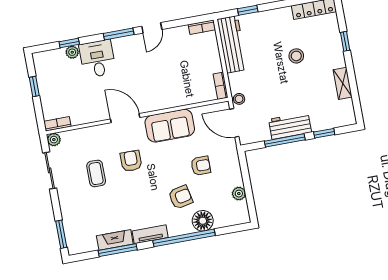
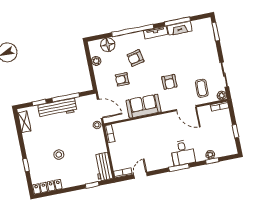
door: (152, 28) -> (140, 175), moved
workbench: (232, 44) -> (103, 167), width x0.73
desk: (97, 59) -> (183, 153), moved
shelving: (343, 83) -> (24, 122), moved
door: (125, 118) -> (186, 108), moved
workbench: (290, 126) -> (57, 108), width x1.38
coffee table: (96, 173) -> (202, 88), moved
floor lamp: (203, 221) -> (108, 45), moved

